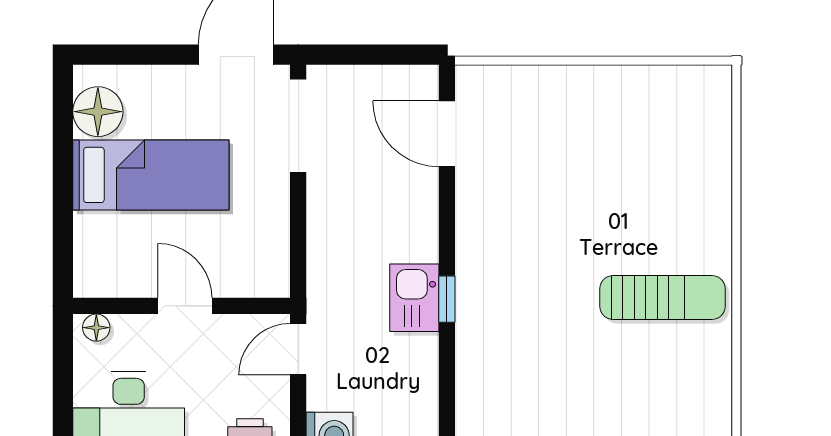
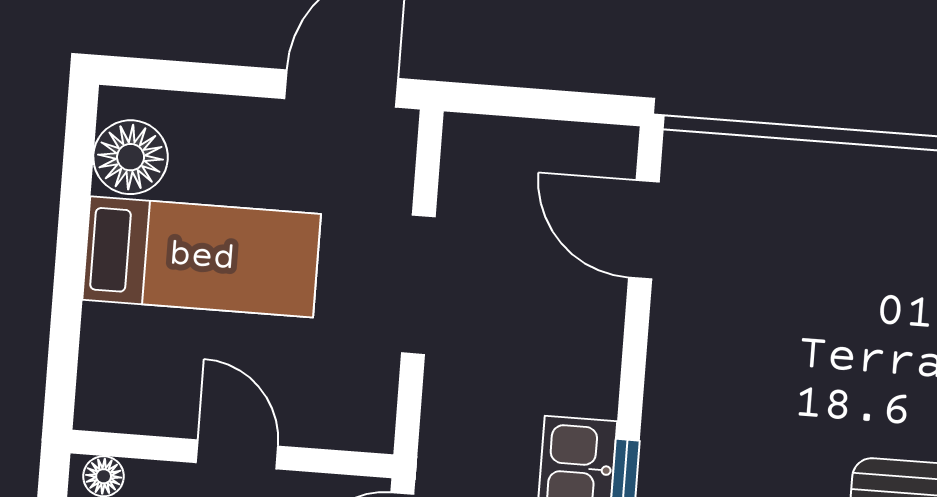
doorway: (298, 126) -> (418, 285), moved

